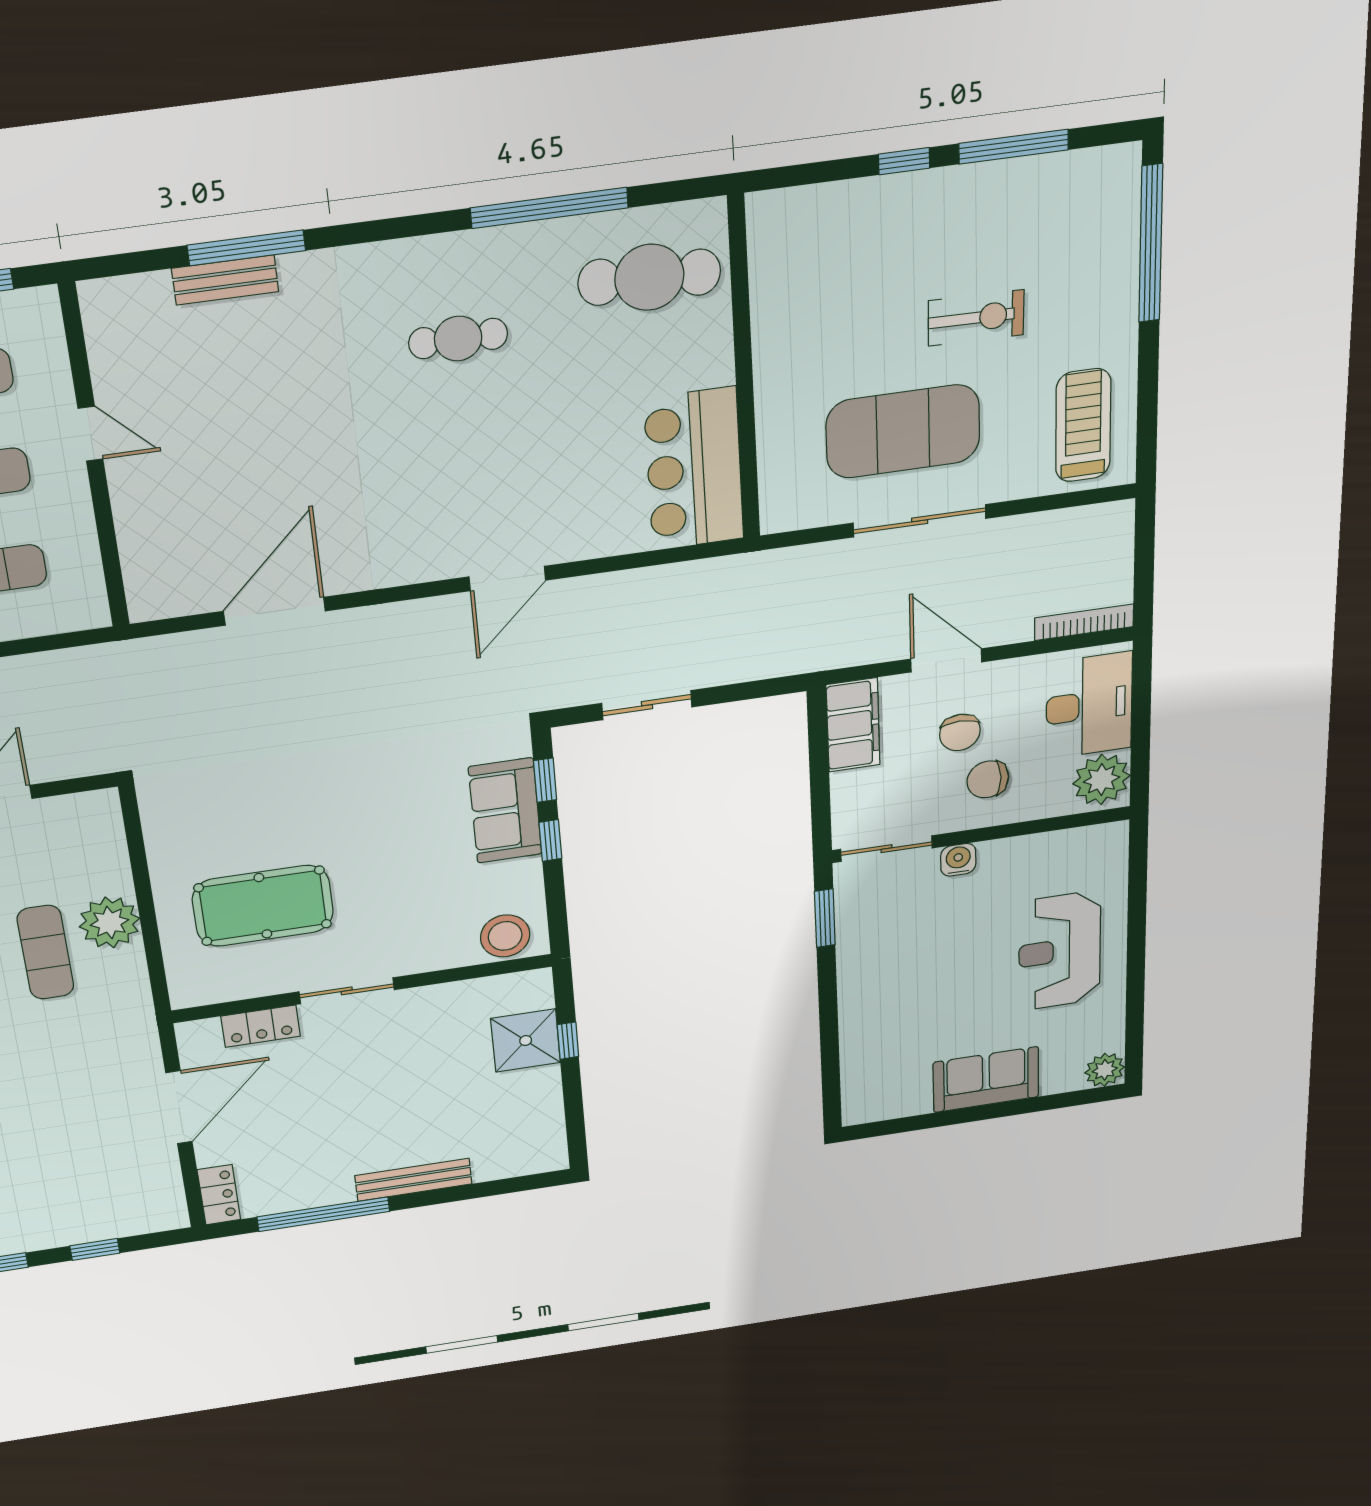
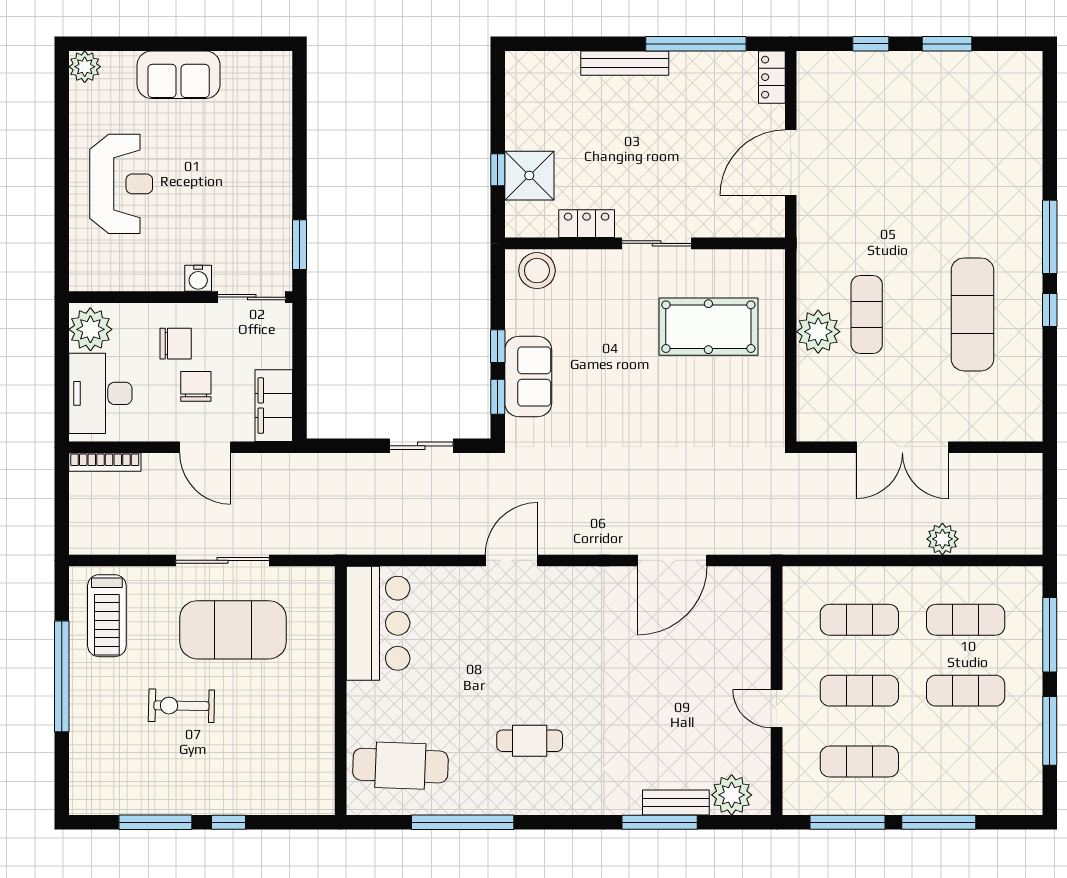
window: (1151, 244) -> (62, 676), moved
plant: (141, 302) -> (732, 795), added
locker: (261, 1026) -> (587, 224), moved

